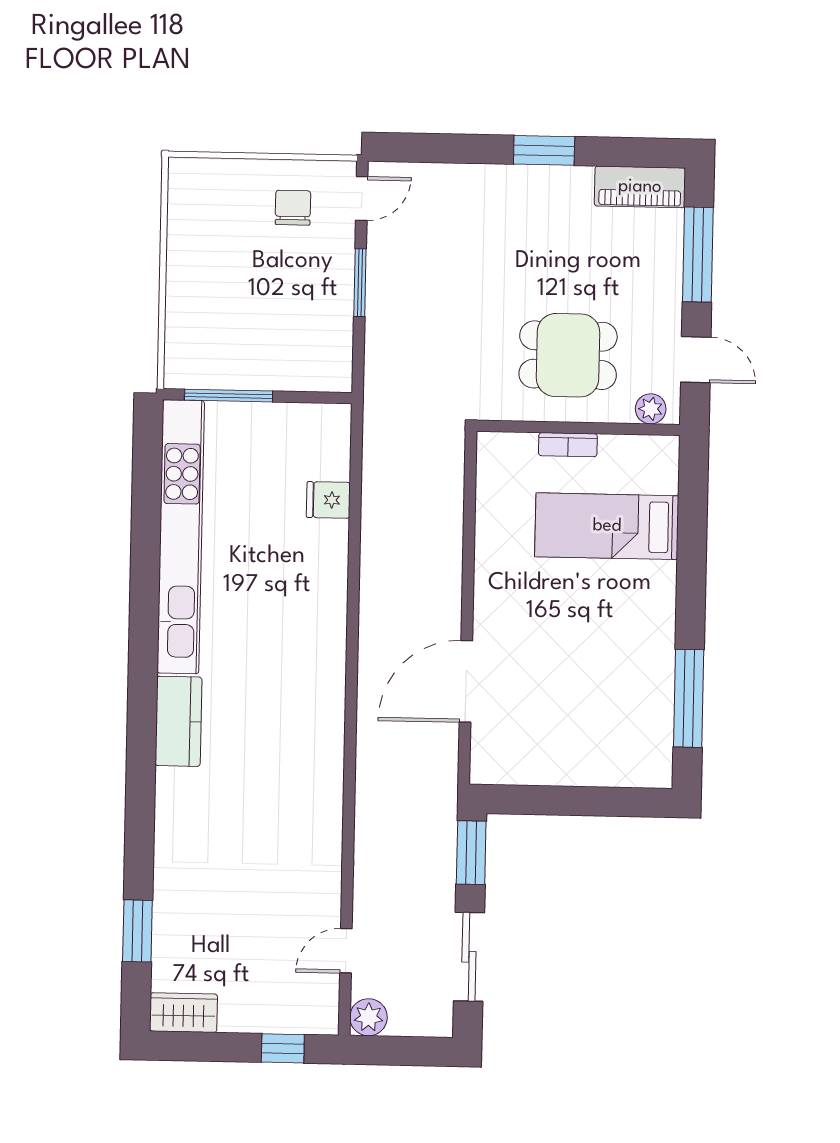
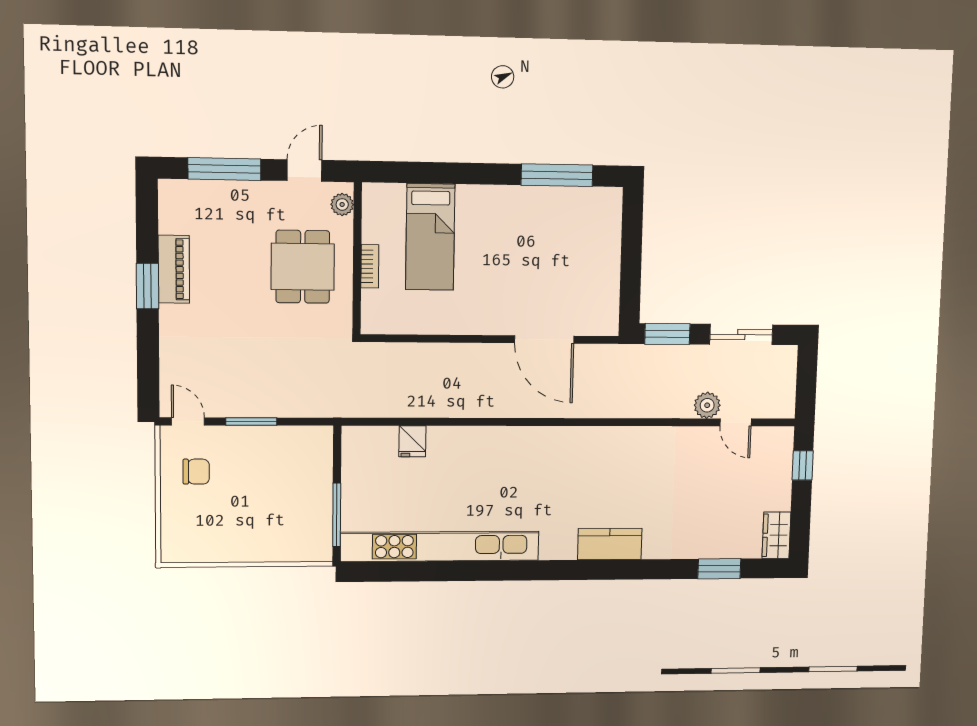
piano: (640, 187) -> (174, 269), moved
chair: (293, 208) -> (196, 472), turned 180
kitchen counter: (179, 721) -> (610, 544), moved
plant: (369, 1017) -> (707, 405), moved

